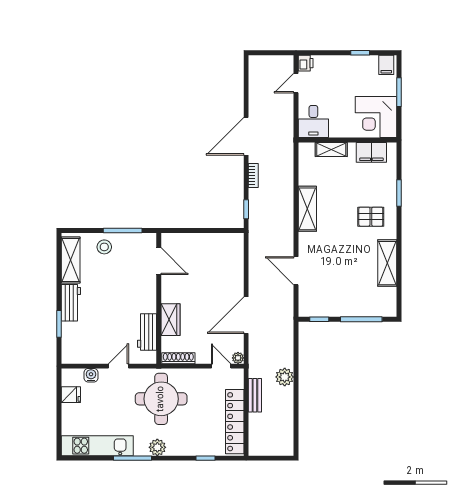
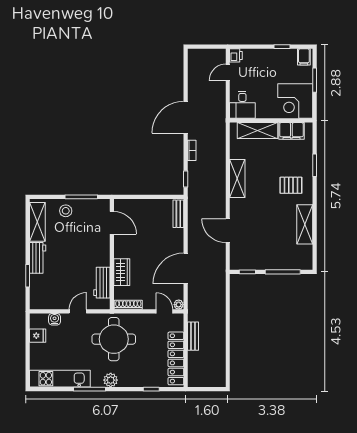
shelving: (331, 150) -> (258, 131), width x1.50, depth x1.33
bench: (238, 251) -> (178, 214), added
plant: (285, 377) -> (218, 321), removed

